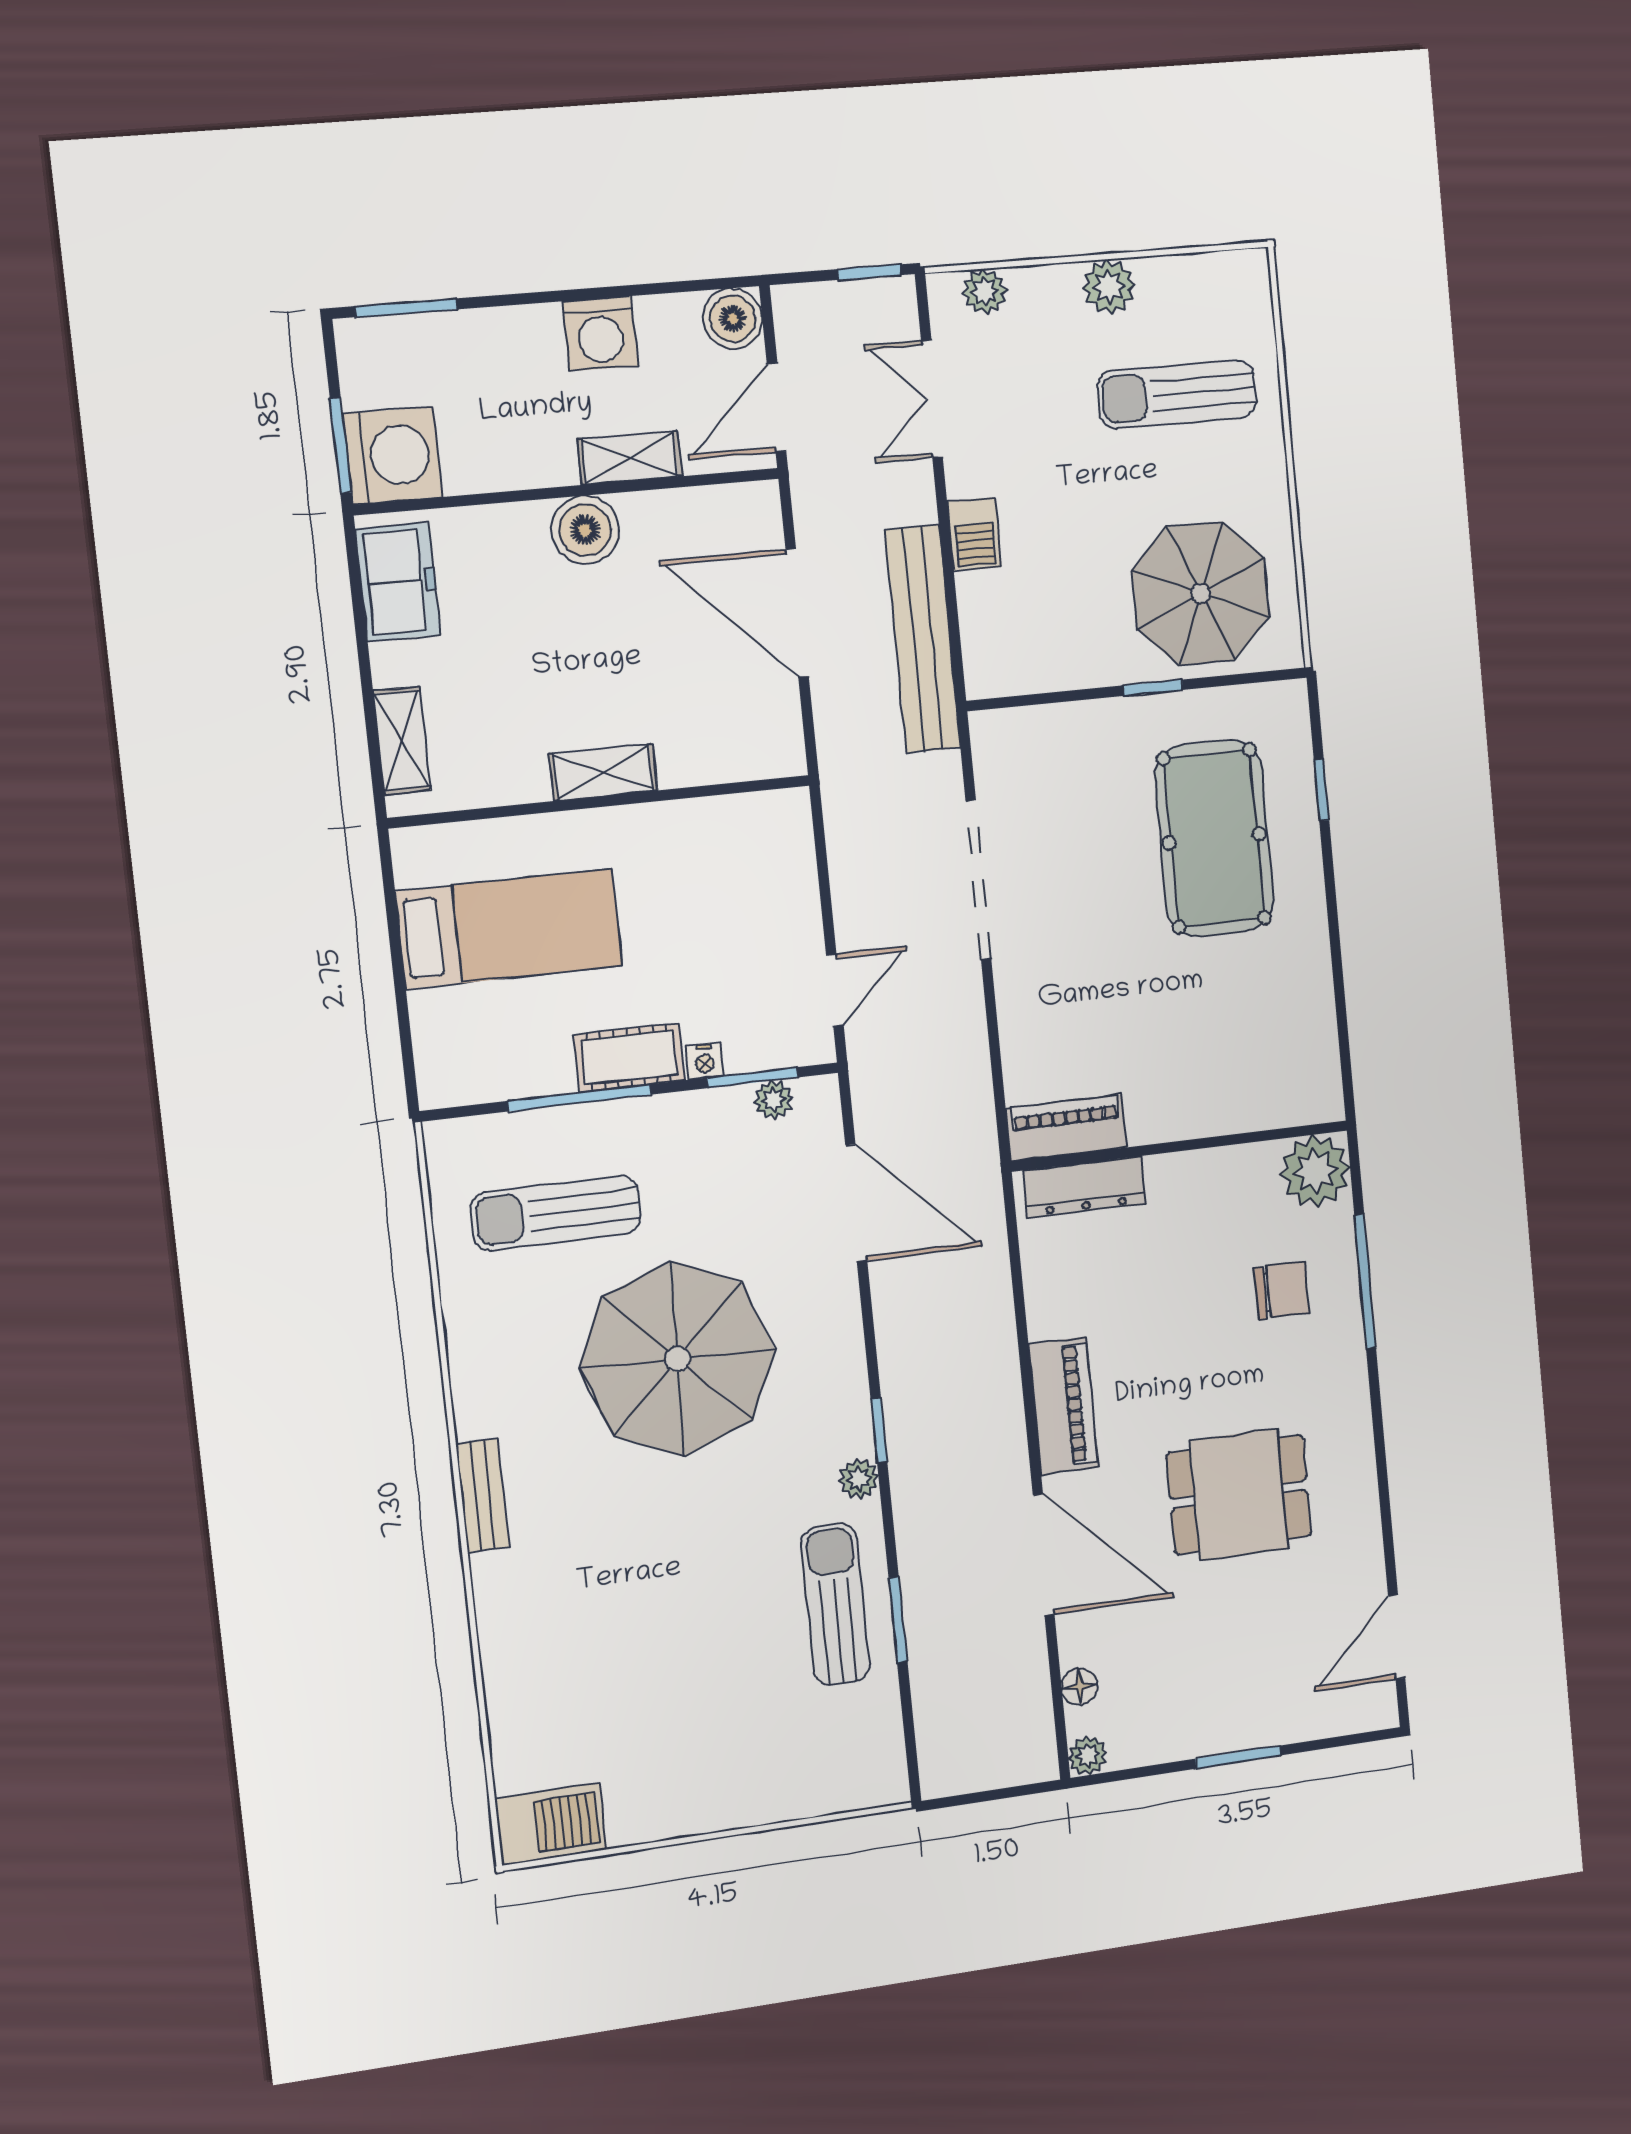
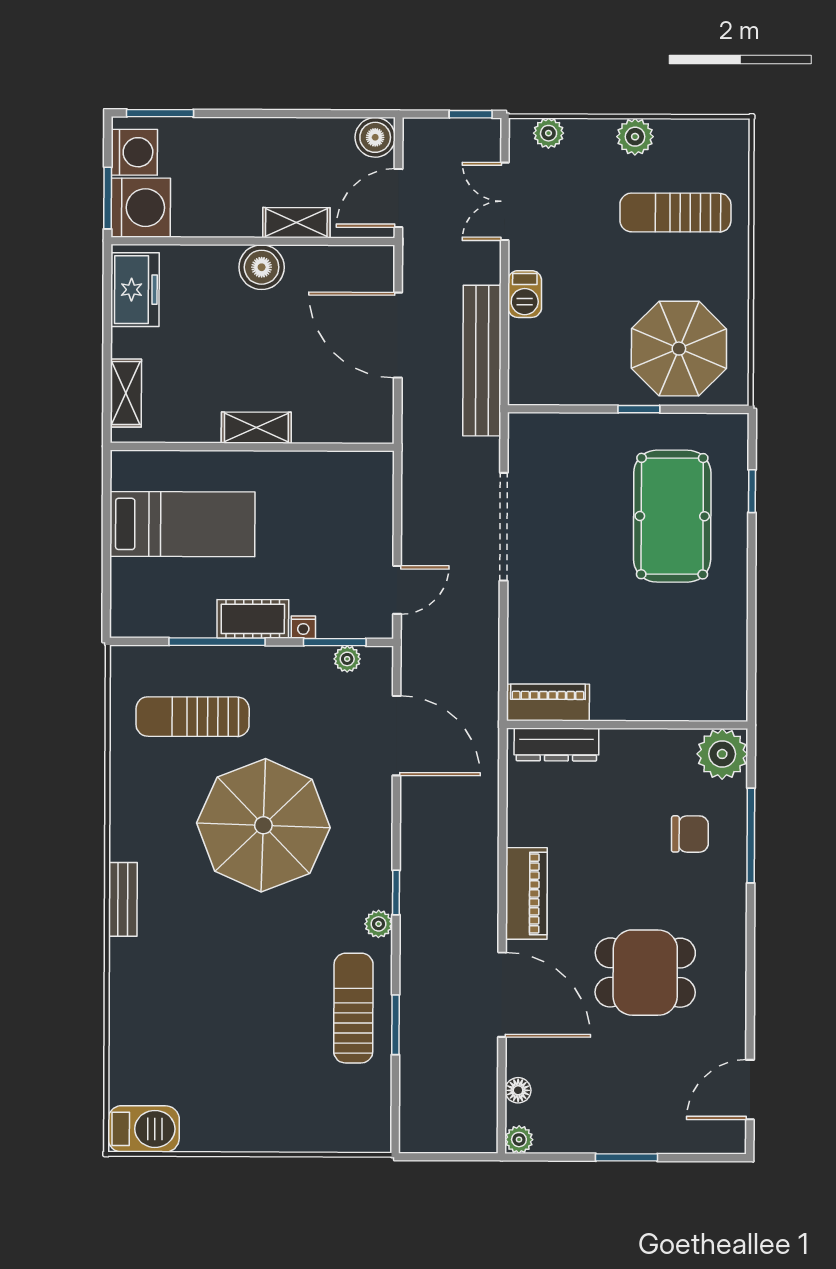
washing machine: (600, 334) -> (134, 152), moved, turned -90

